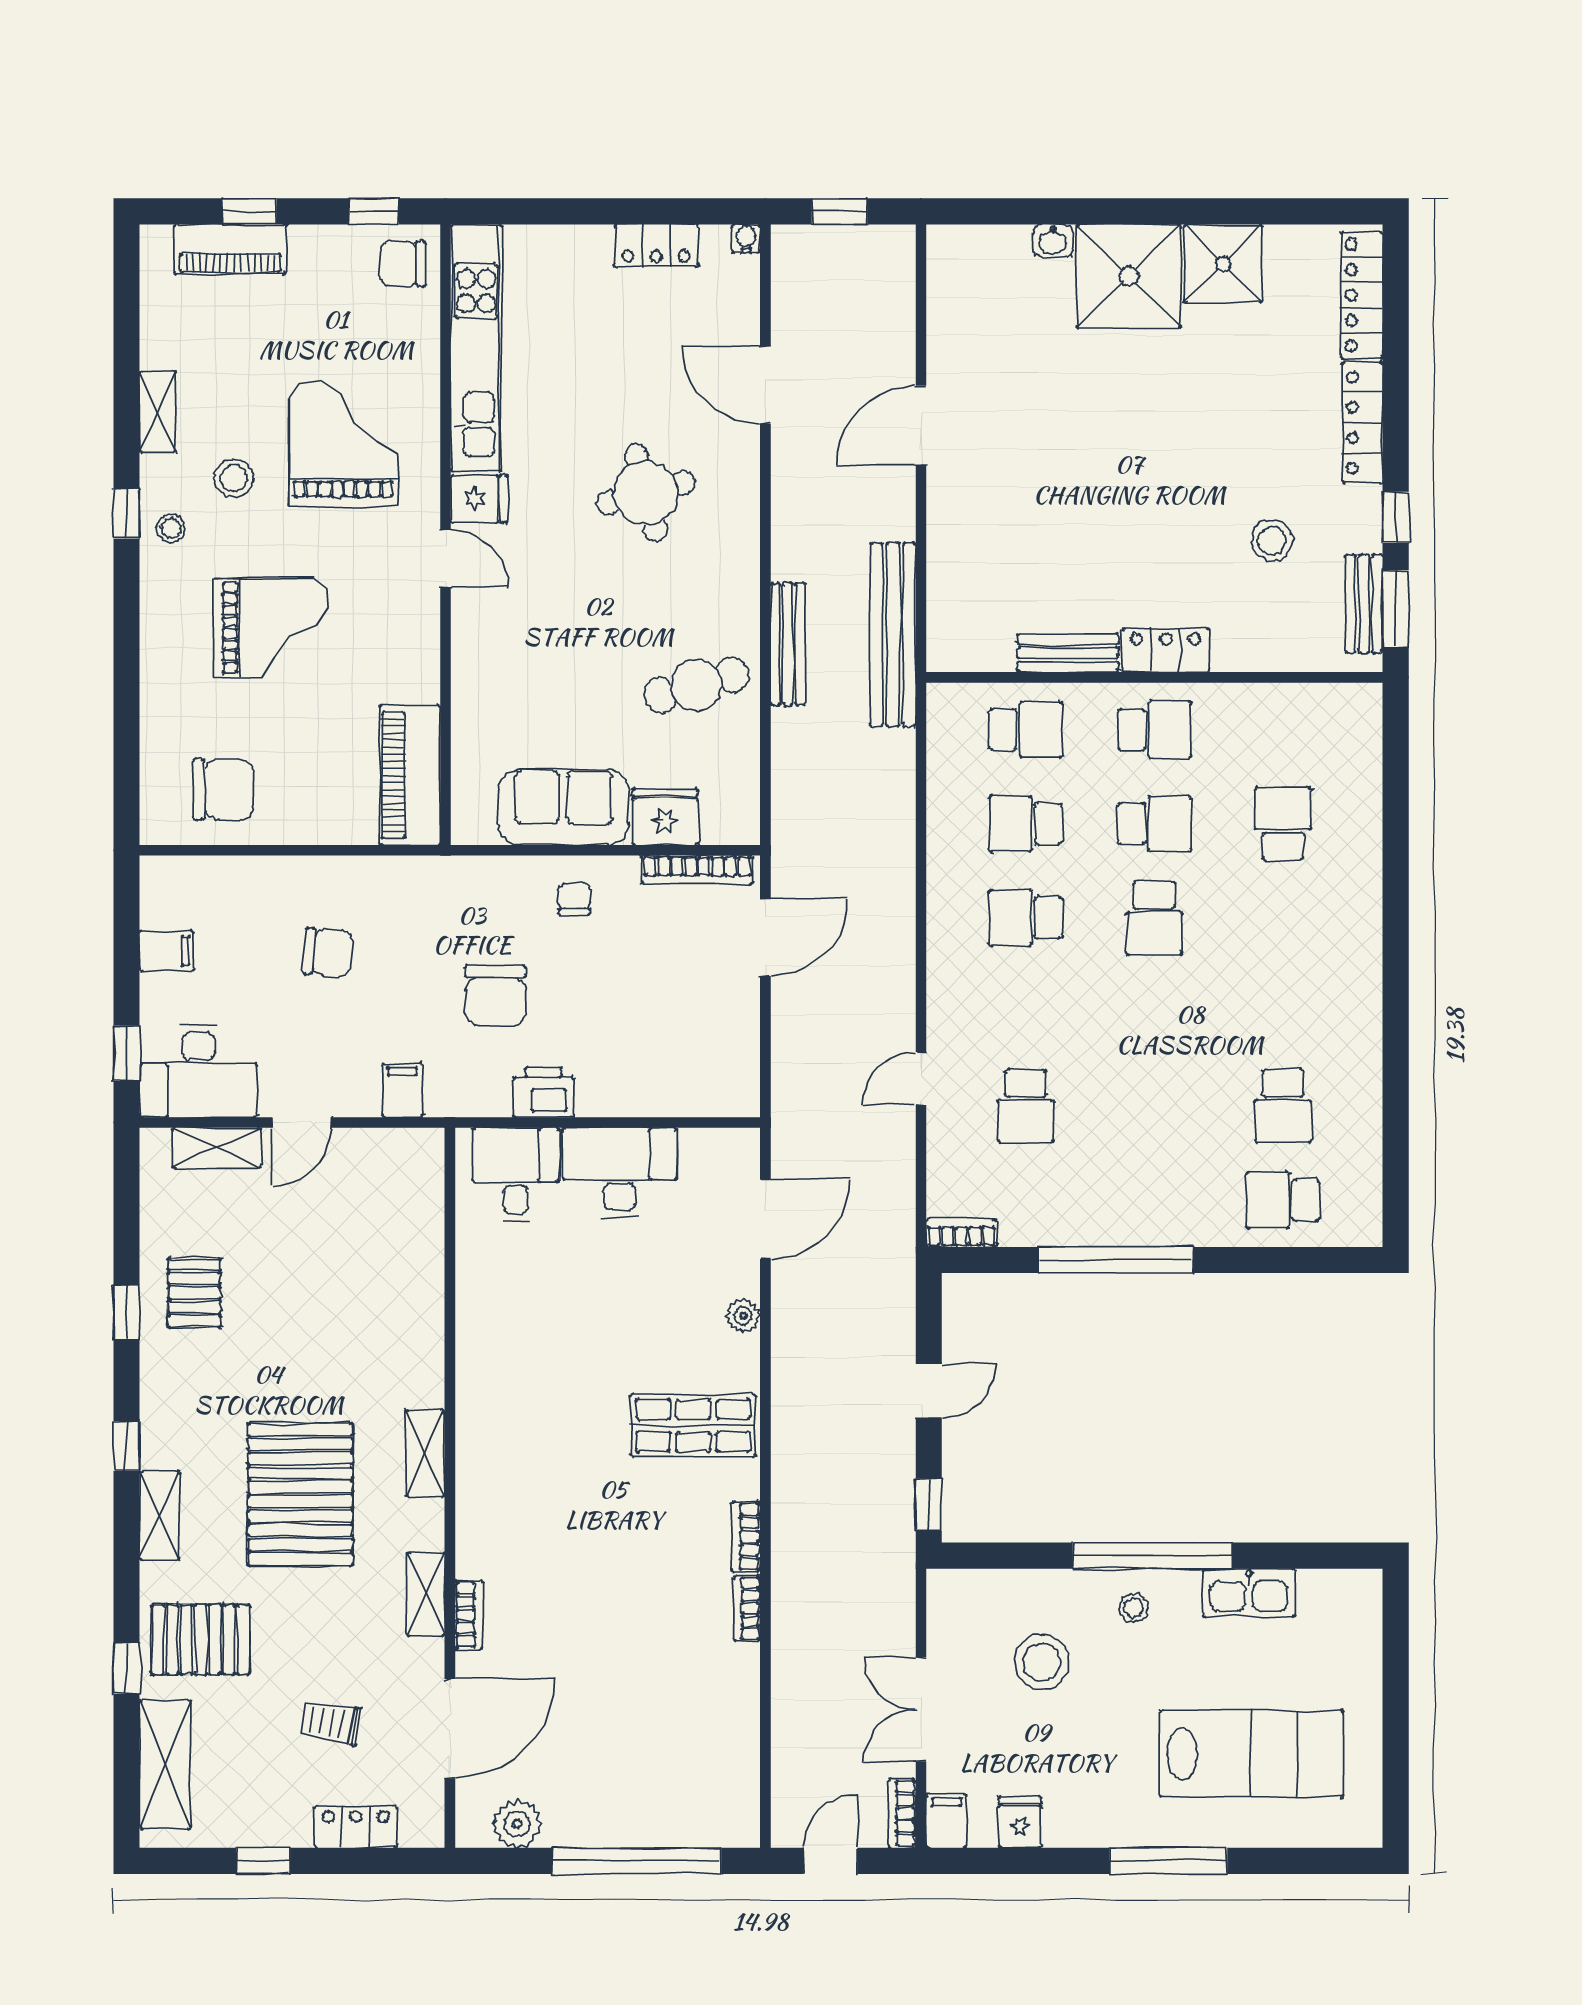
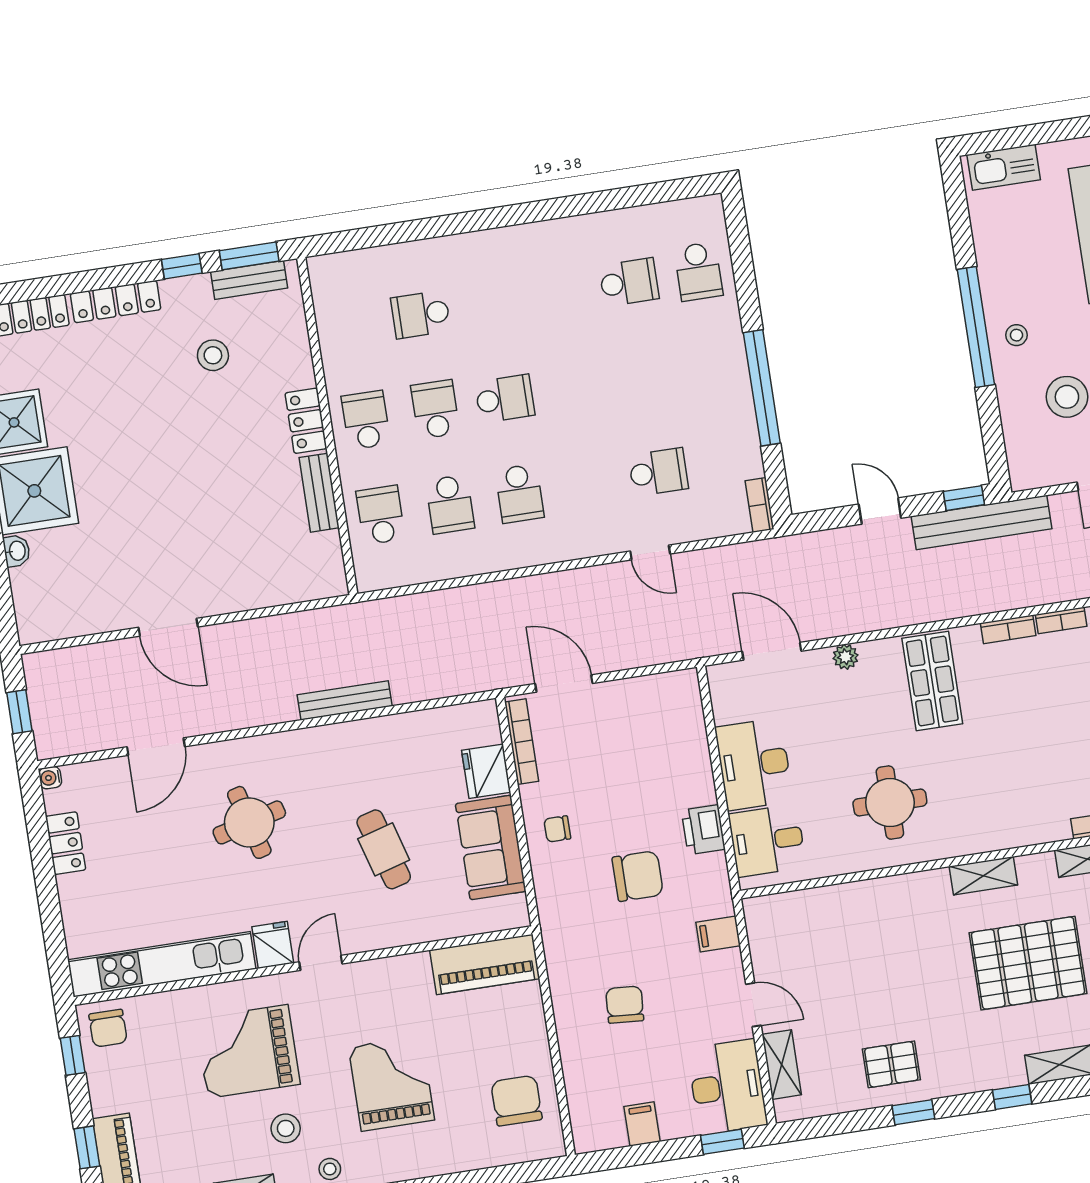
bench: (893, 635) -> (982, 522), moved
cafe table: (696, 685) -> (384, 849), moved
round table: (541, 1345) -> (890, 803), added
kitchen sink: (1249, 1593) -> (1004, 167), moved, turned 90

